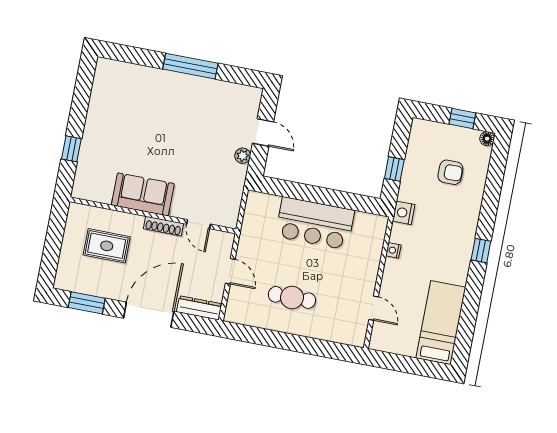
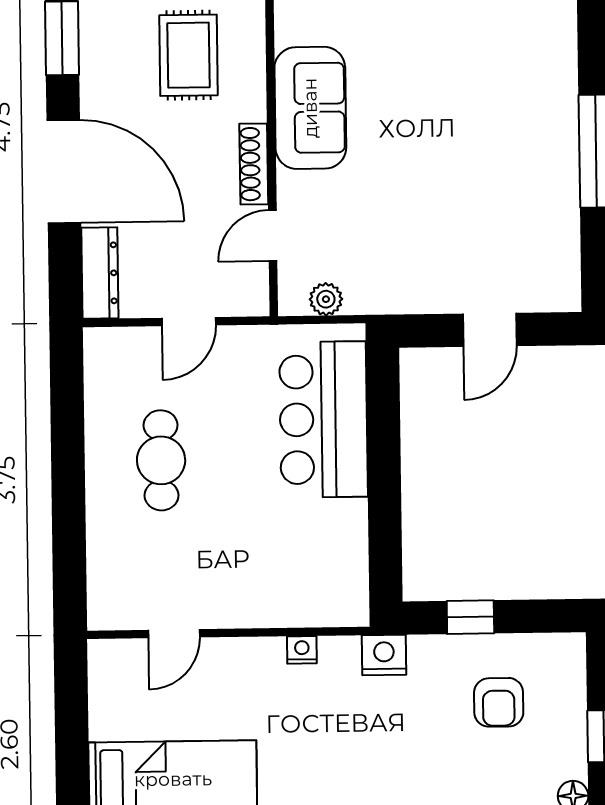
plant: (243, 156) -> (326, 299), moved
armchair: (450, 172) -> (499, 702), moved
bar counter: (315, 223) -> (323, 419), moved

